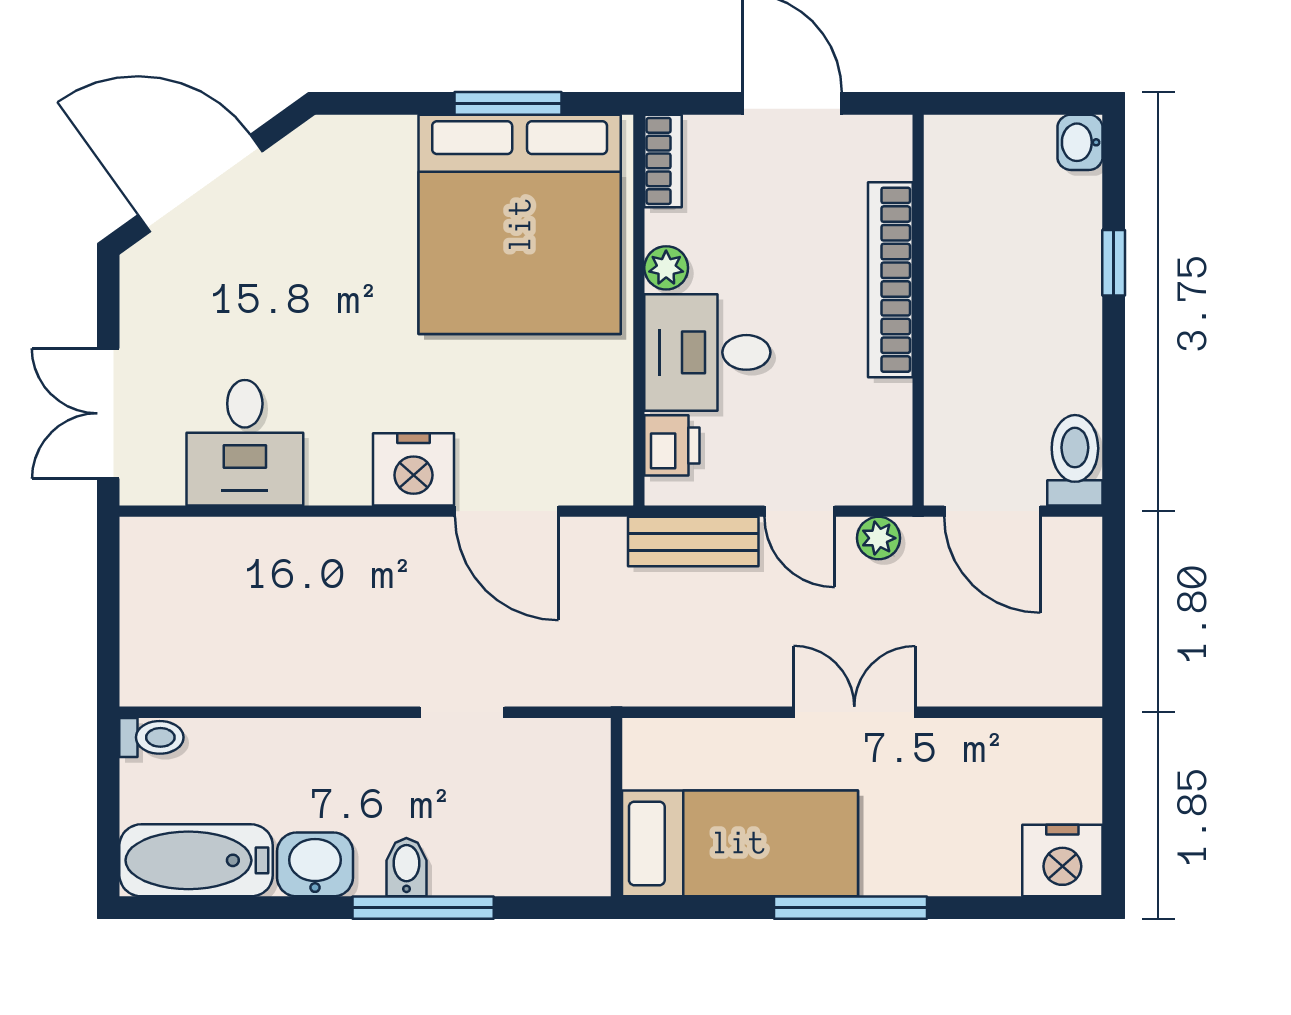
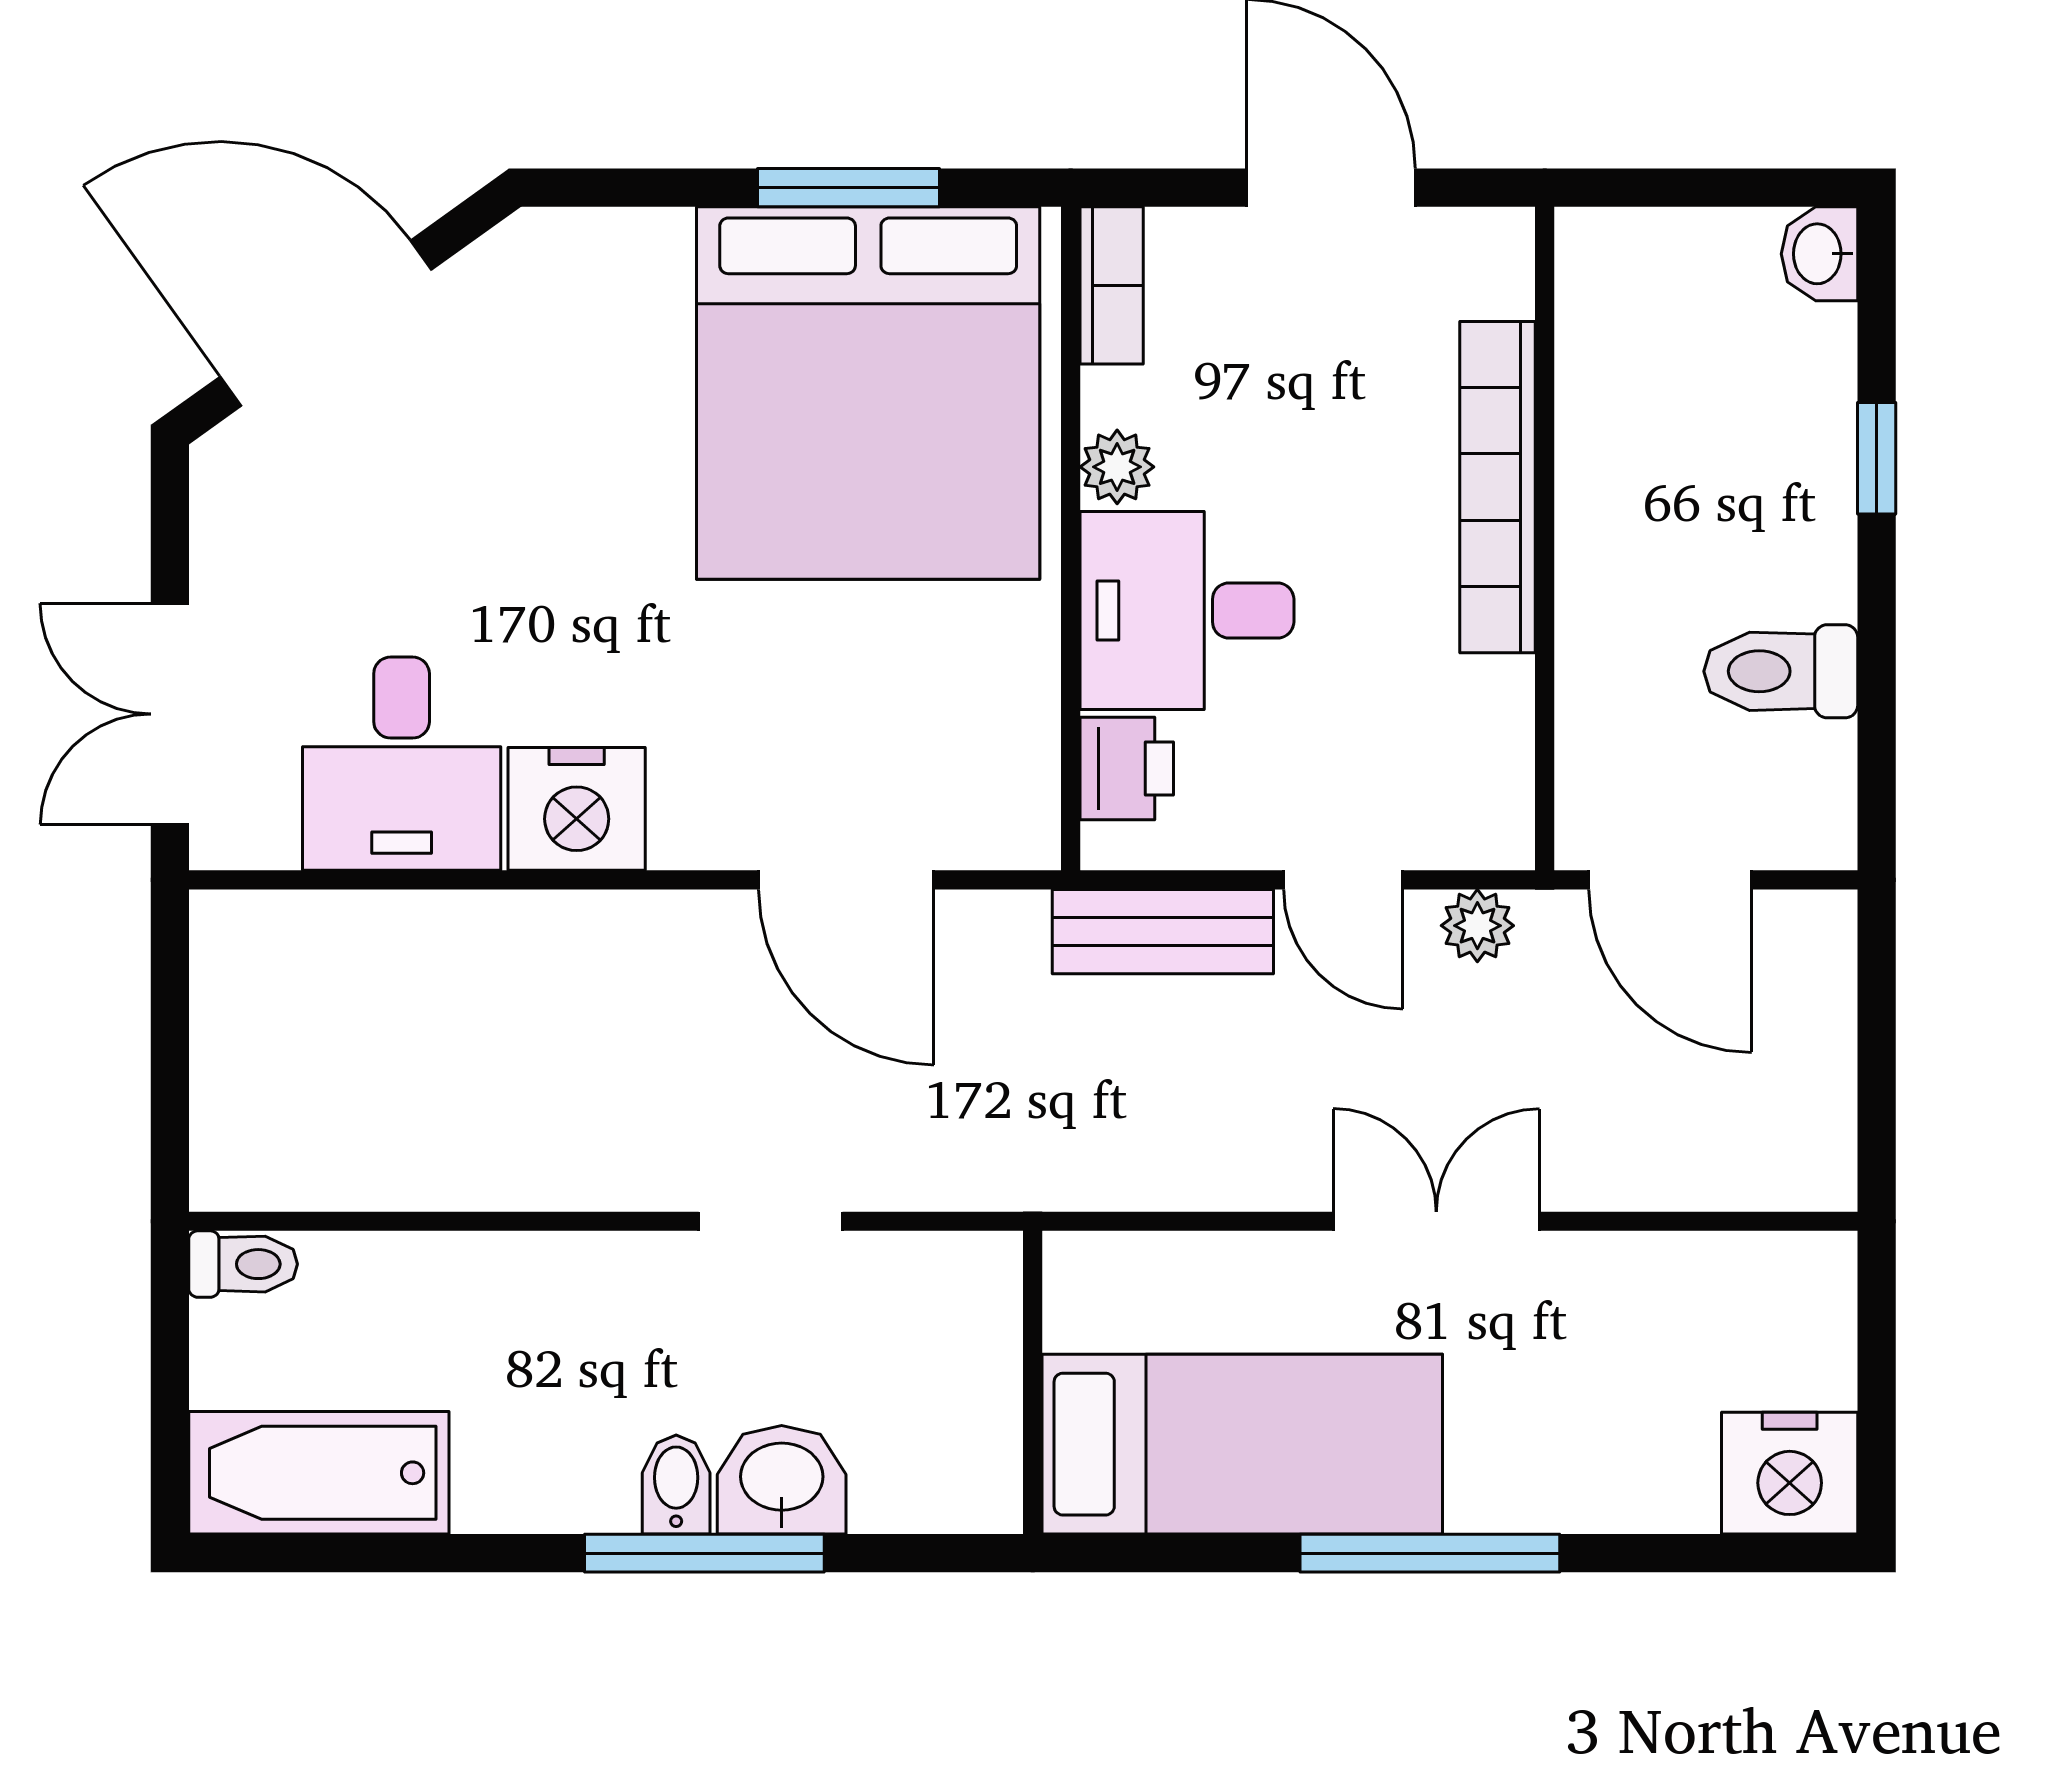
toilet: (1075, 460) -> (1781, 671), moved, turned -90
nightstand: (414, 469) -> (577, 809), moved
washbasin: (315, 864) -> (782, 1480), moved

